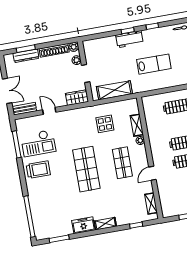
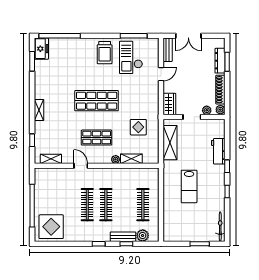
workbench: (129, 39) -> (218, 151), moved
freezer: (83, 225) -> (41, 49), moved

